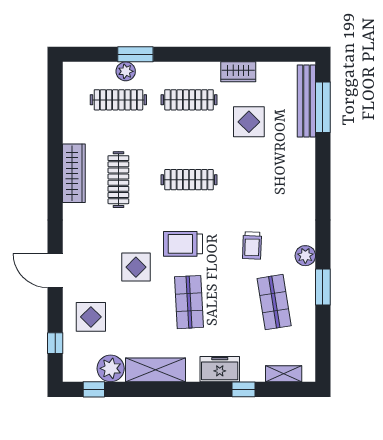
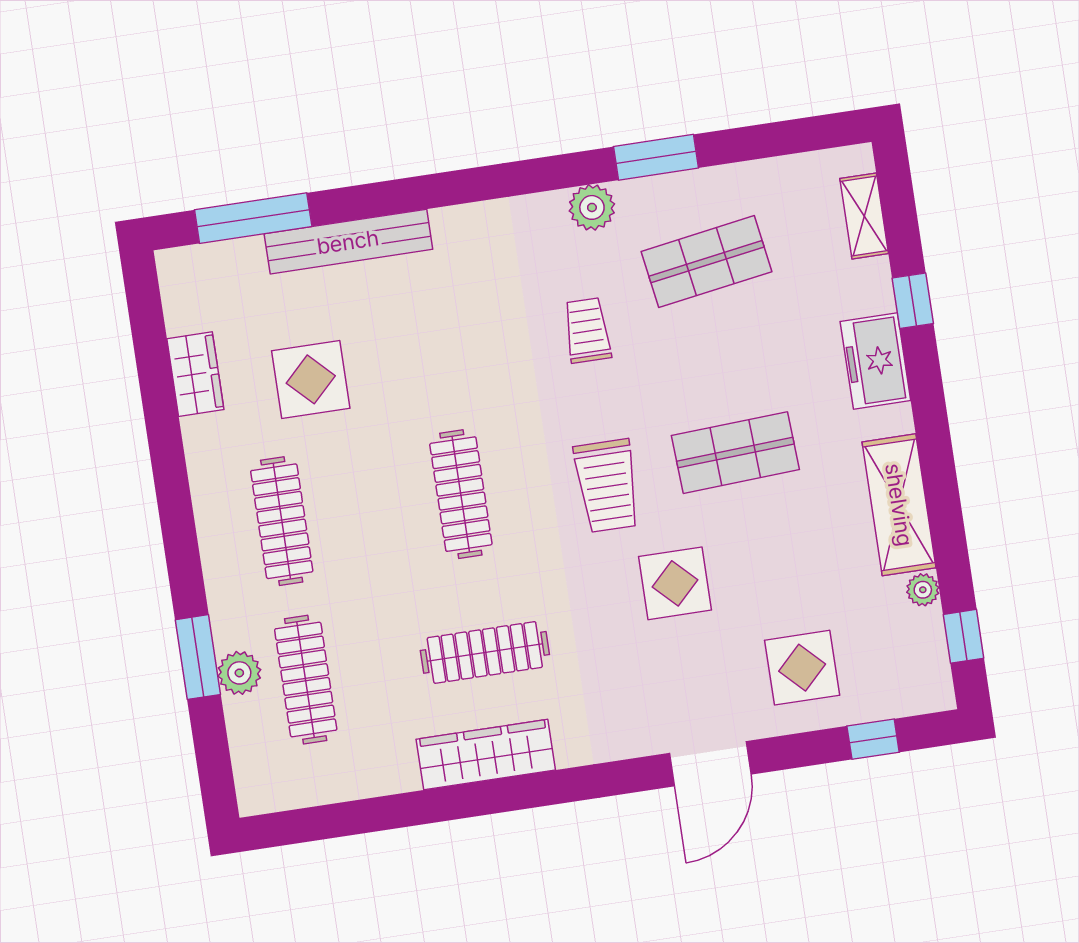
wardrobe: (238, 72) -> (195, 374), moved
bench: (306, 101) -> (348, 242), moved
trolley: (252, 245) -> (587, 330), turned -92
plant: (111, 368) -> (923, 590), width x0.53, depth x0.53

